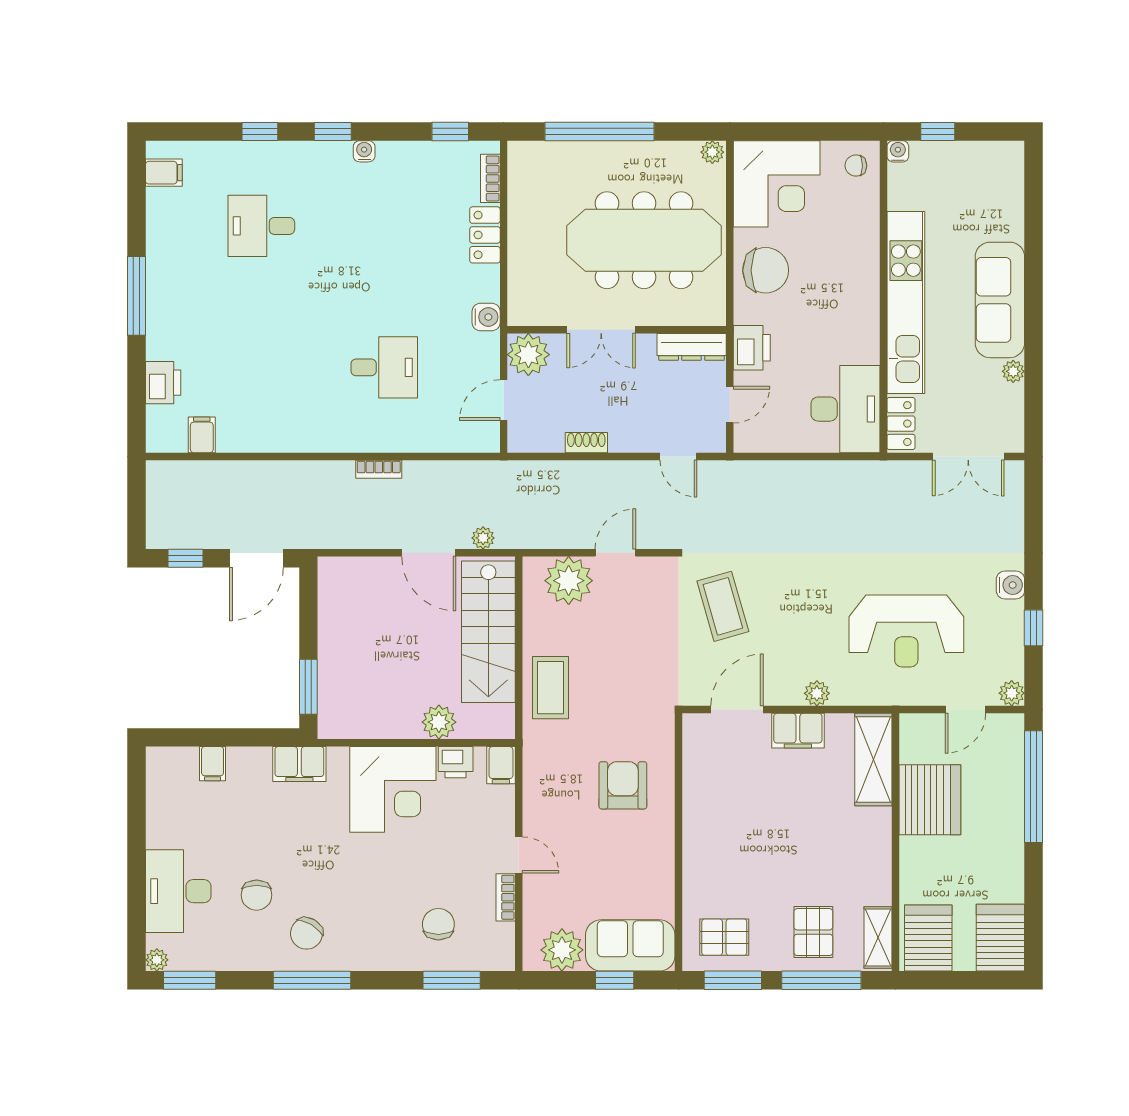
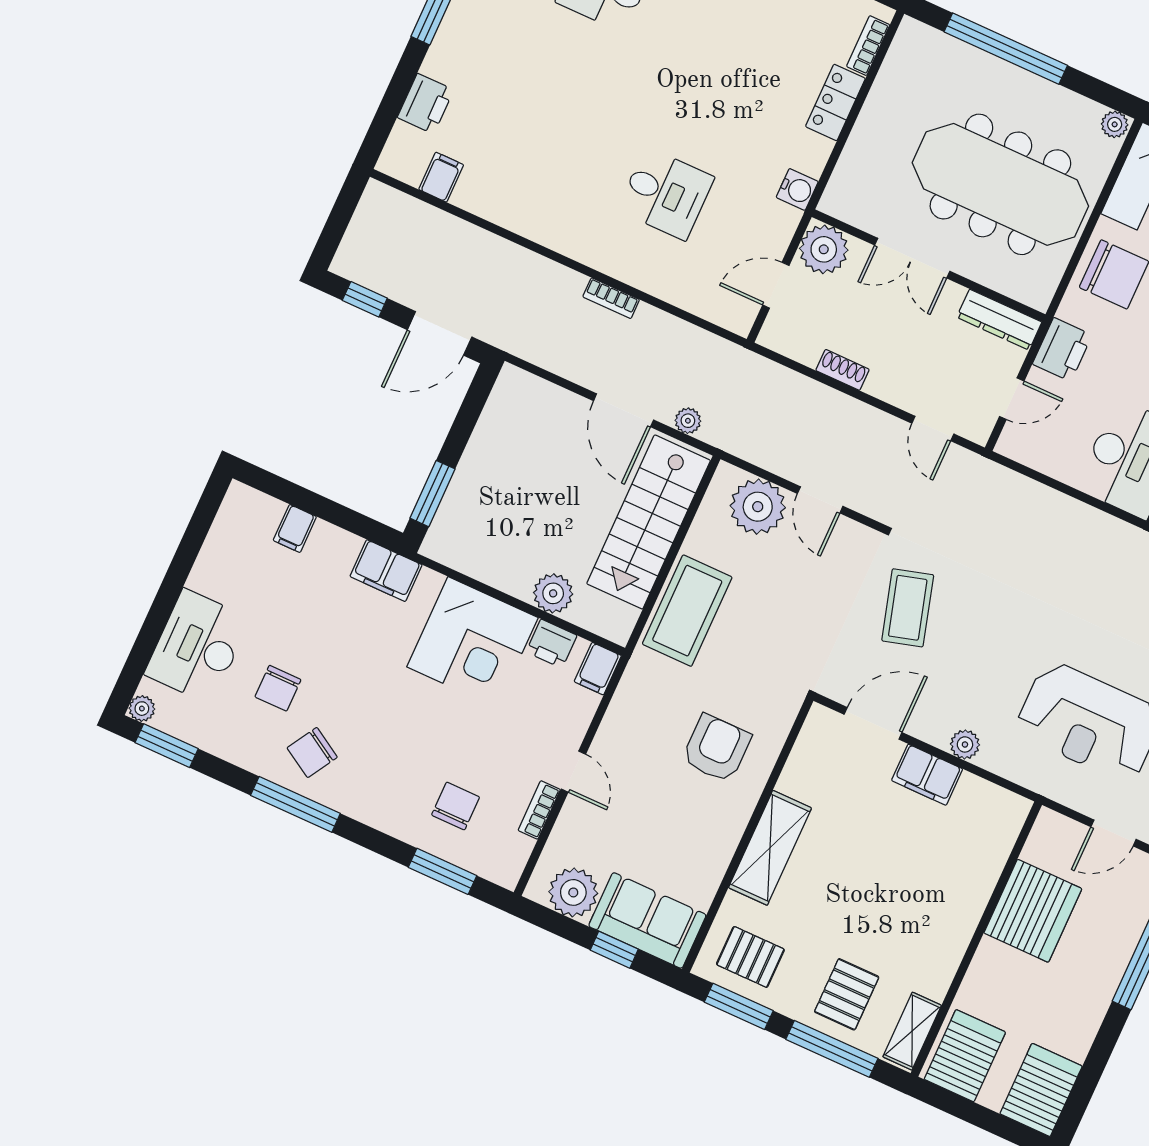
door: (615, 553) -> (820, 500), swing flipped
coffee table: (551, 688) -> (687, 611), width x1.36, depth x1.32
shelving: (873, 760) -> (770, 848), moved

